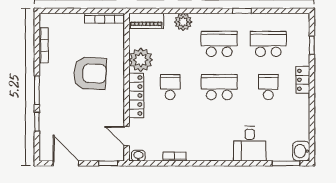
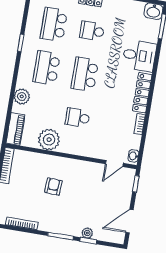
armchair: (90, 73) -> (53, 186), width x0.53, depth x0.53
locker: (136, 95) -> (142, 93), moved, turned -90
plant: (45, 119) -> (87, 233), added

